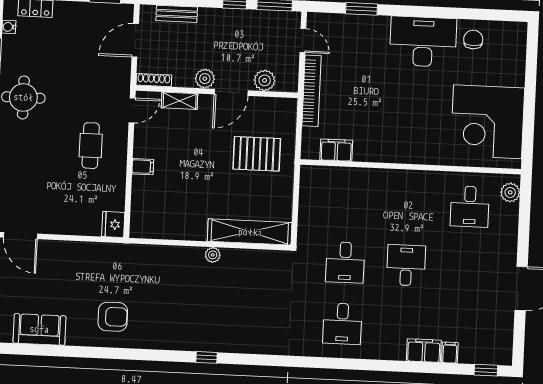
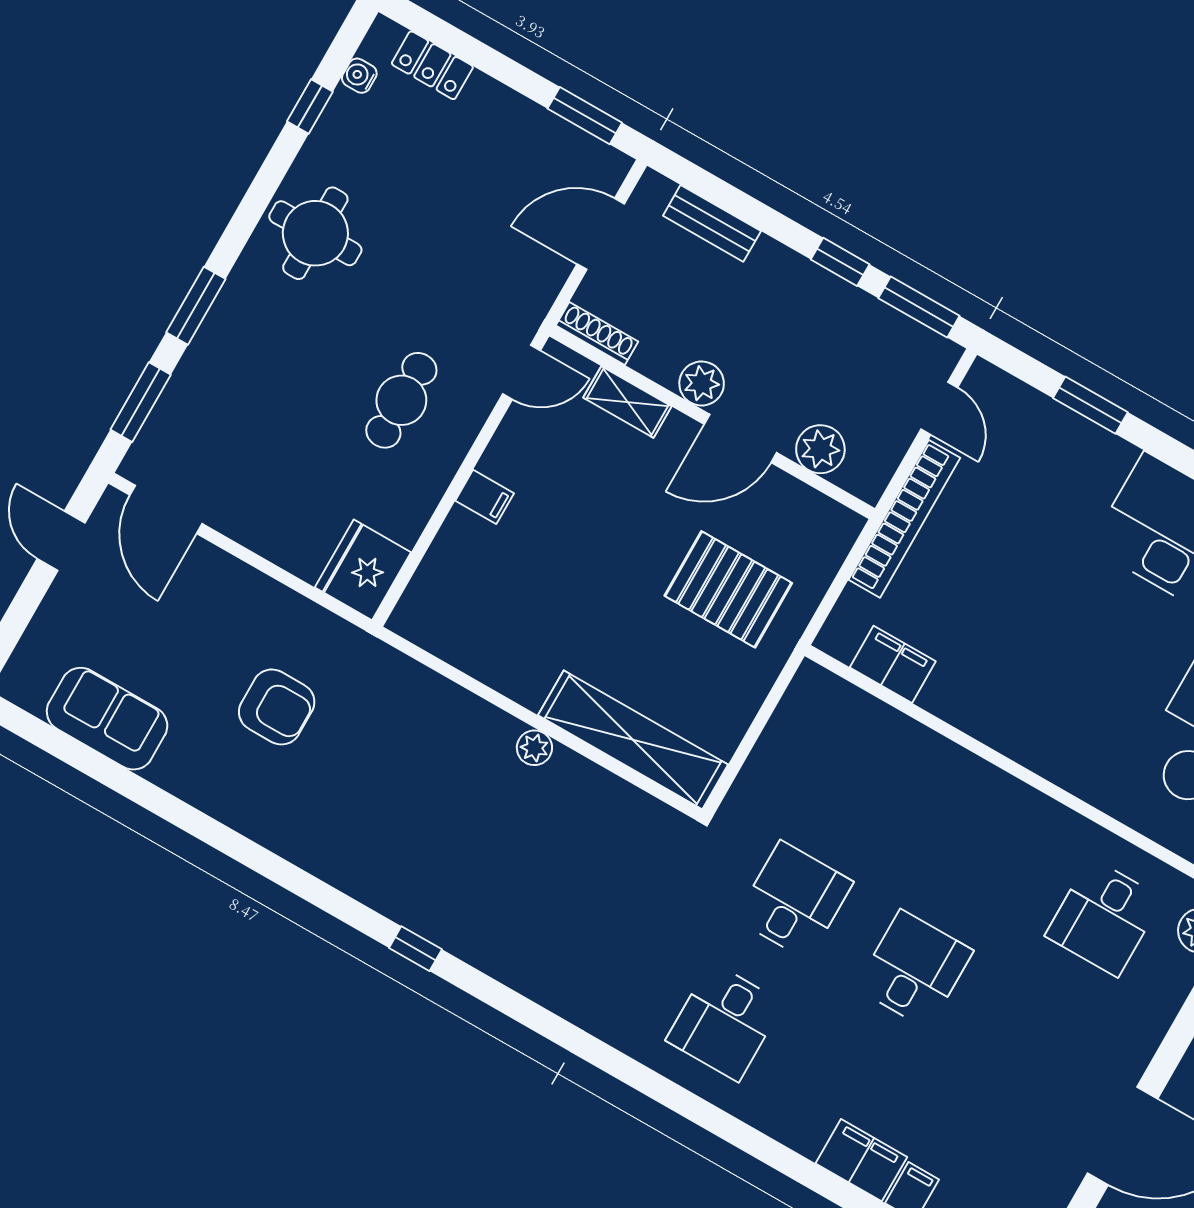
fridge: (113, 224) -> (363, 570), width x1.36, depth x1.34
desk: (345, 262) -> (794, 901), turned 180
armchair: (113, 317) -> (277, 707), moved

